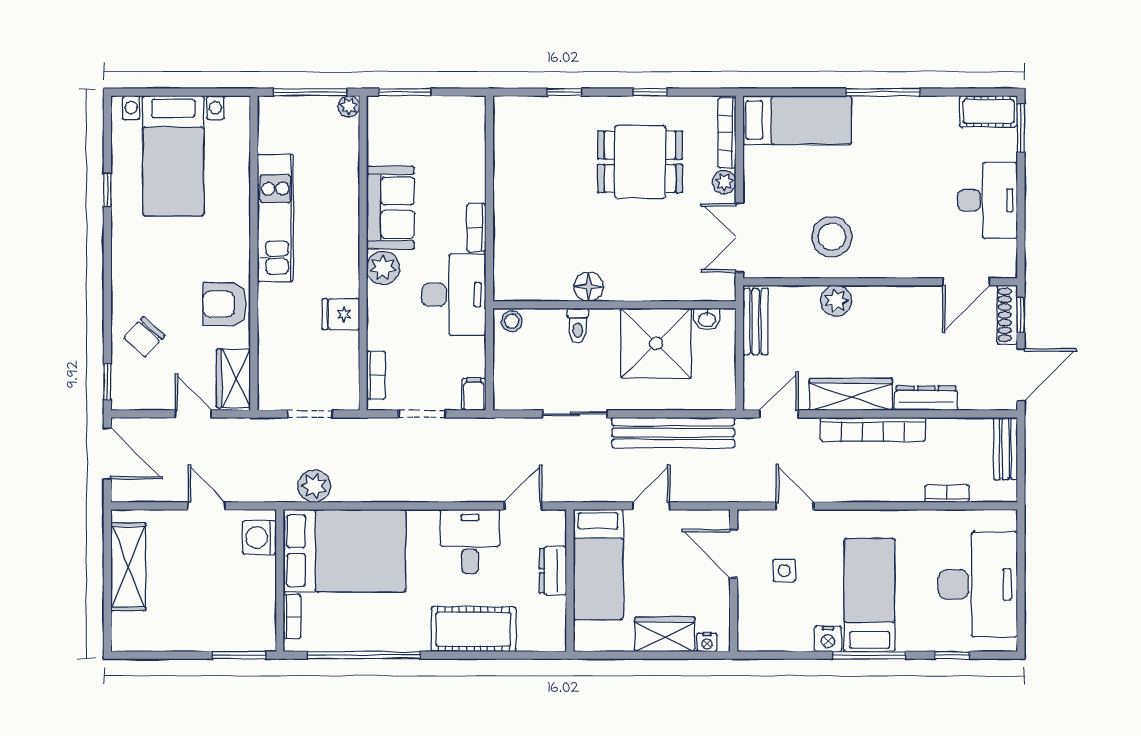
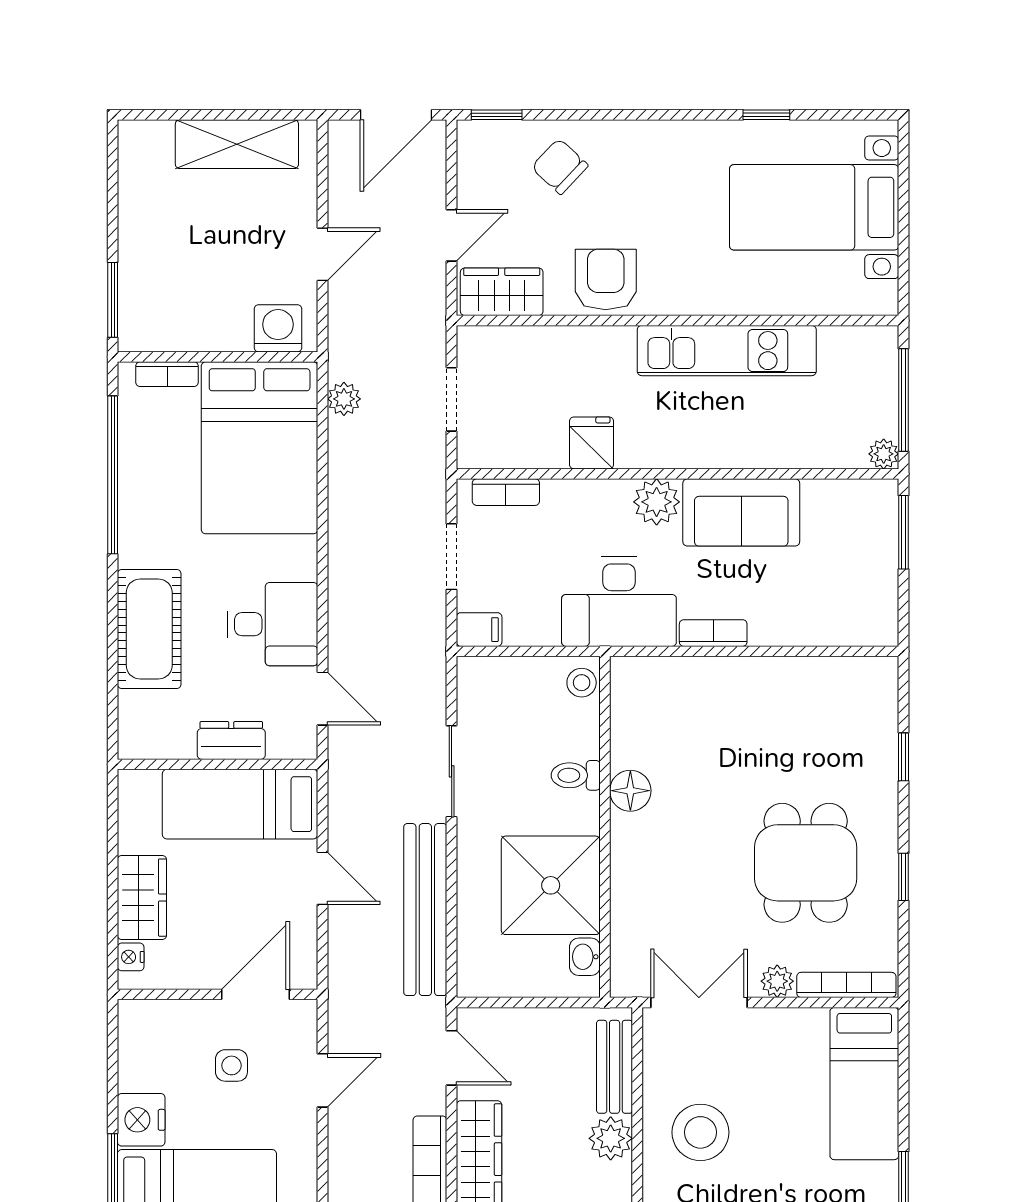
bench: (756, 322) -> (615, 1067), moved, turned 90
plant: (314, 486) -> (344, 399), width x0.73, depth x0.73
nightstand: (828, 639) -> (141, 1120), width x1.36, depth x1.33

